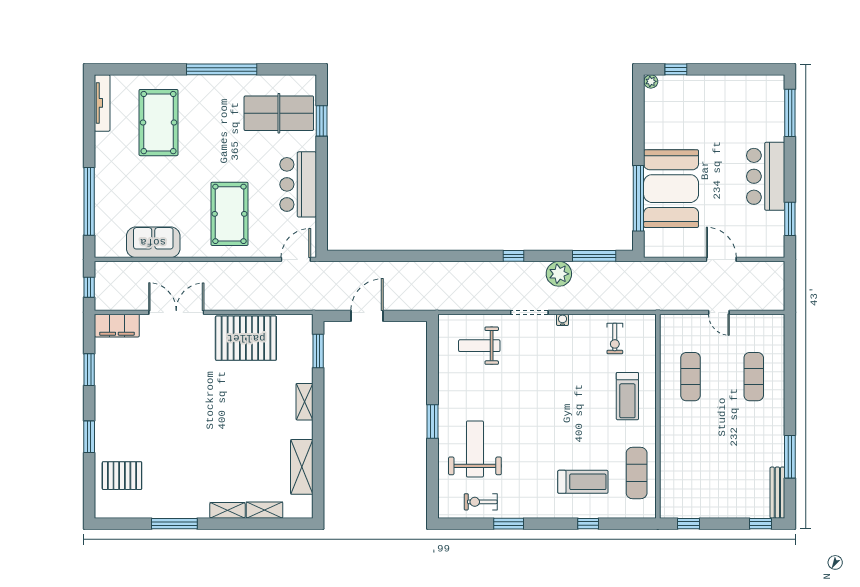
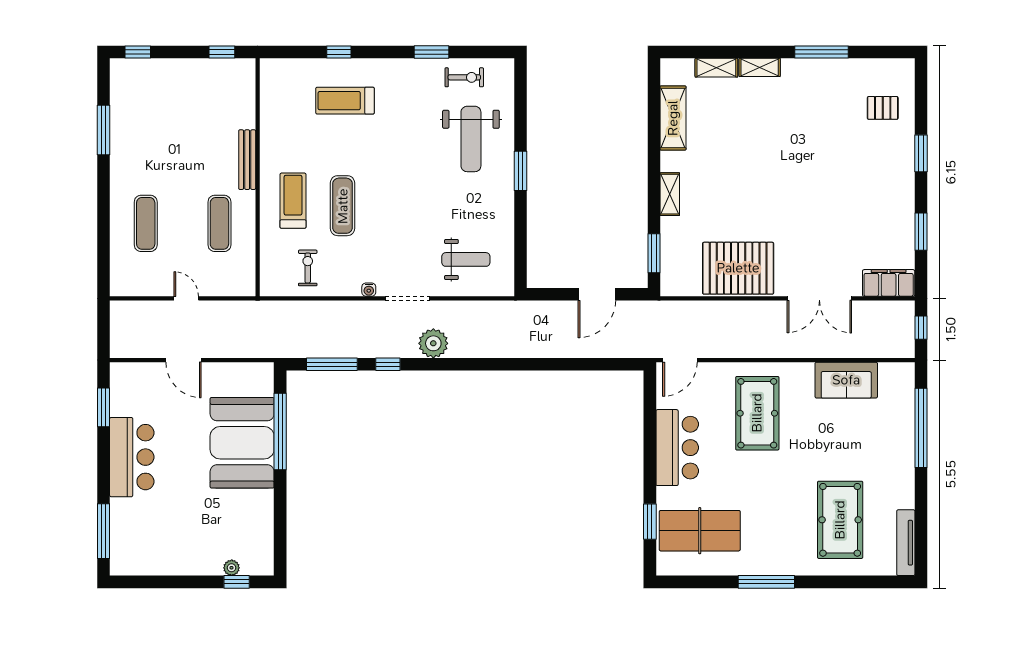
window: (222, 69) -> (766, 582), width x0.68
plant: (651, 81) -> (232, 568), moved
window: (513, 256) -> (388, 364), moved
plant: (559, 274) -> (433, 343), moved
exercise mat: (637, 473) -> (343, 206), moved
pallet: (122, 476) -> (883, 108), width x0.67, depth x0.71
bench: (777, 493) -> (247, 160), moved

